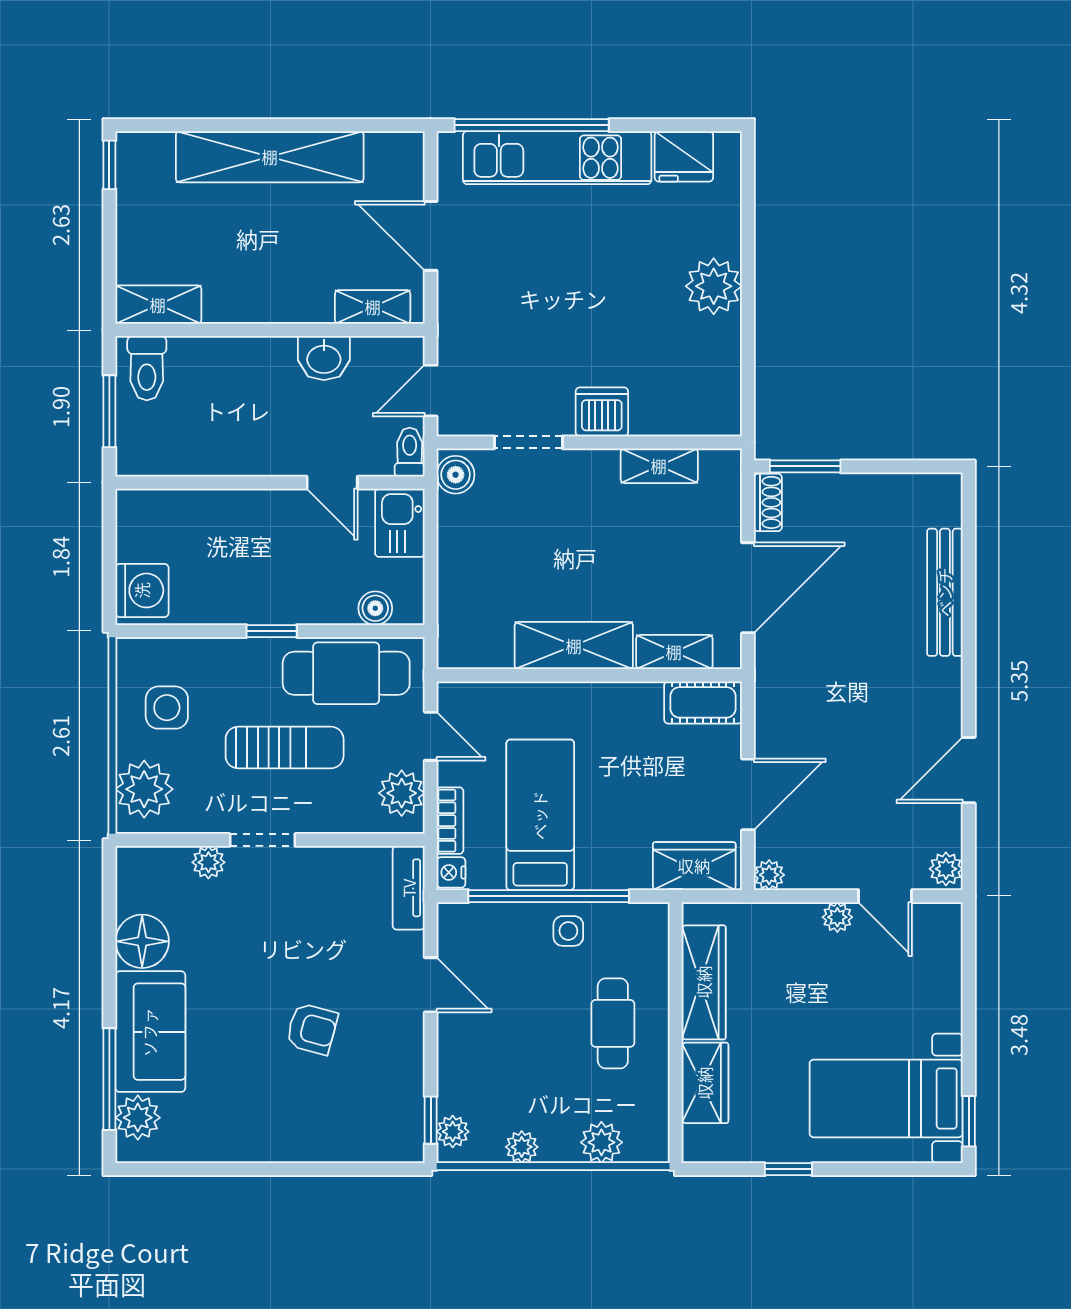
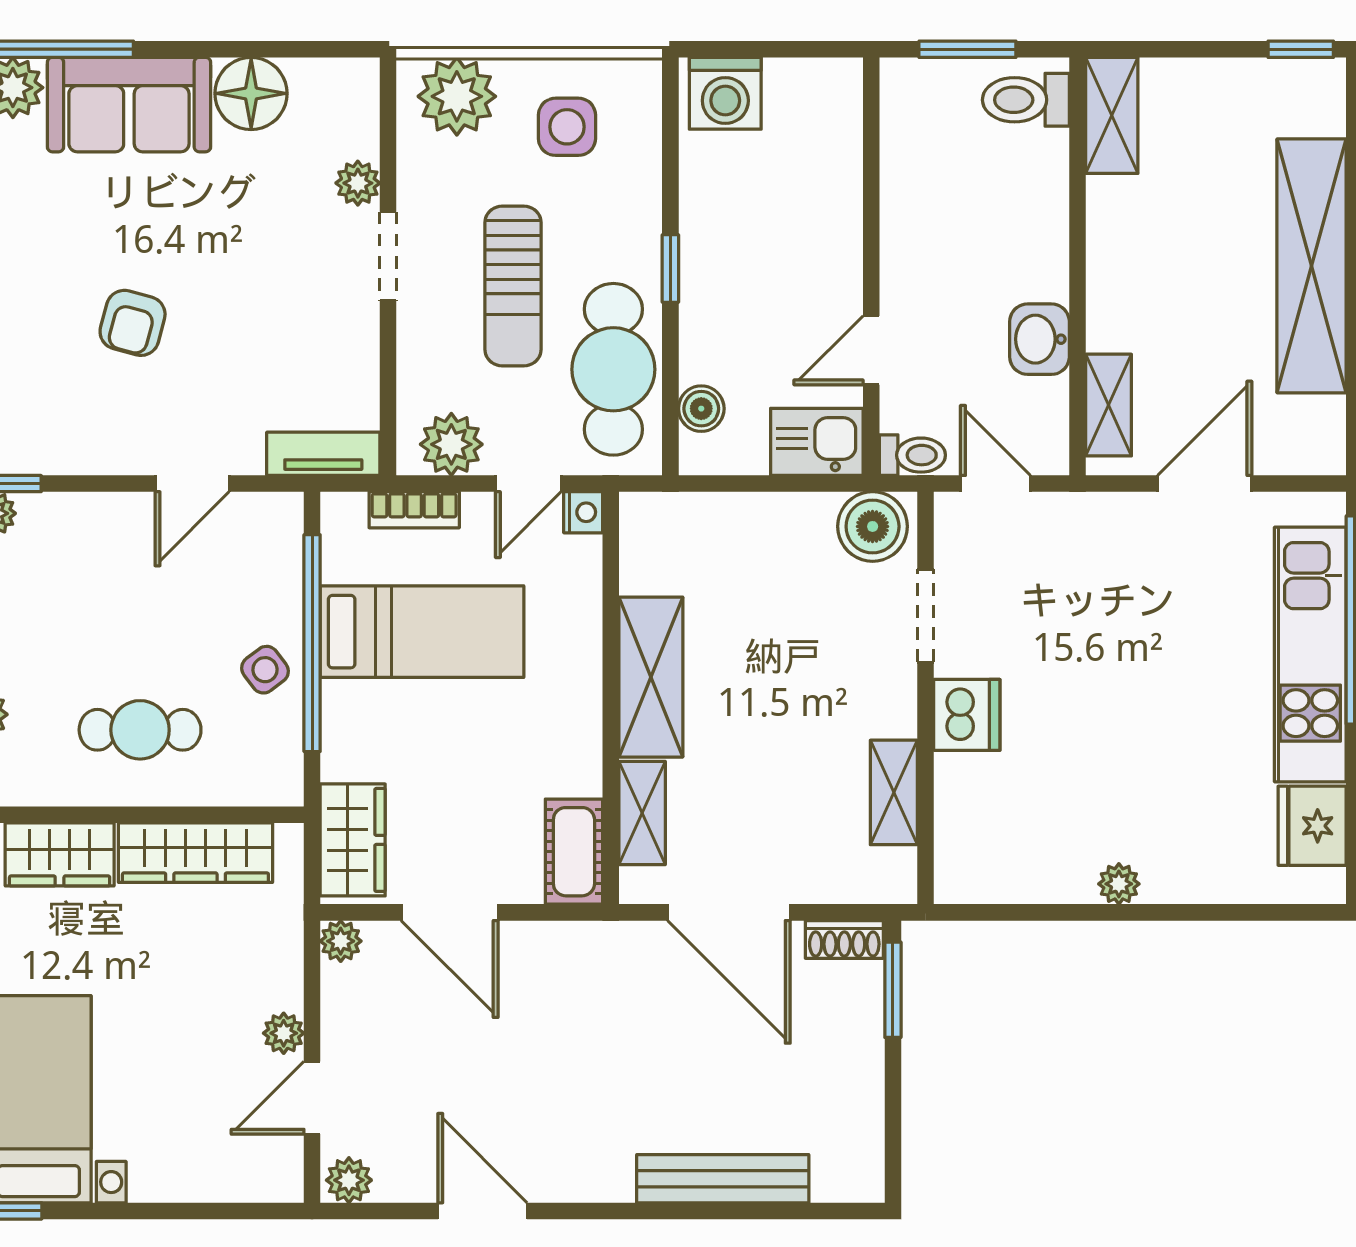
plant: (714, 286) -> (1119, 884), width x0.53, depth x0.53
boiler: (456, 475) -> (873, 526), width x1.36, depth x1.36
nightstand: (451, 872) -> (583, 512), moved, turned 90
side table: (568, 931) -> (265, 670), turned -37

